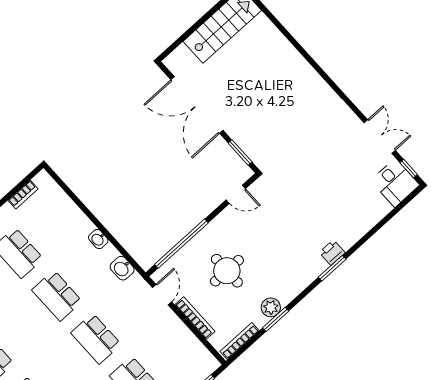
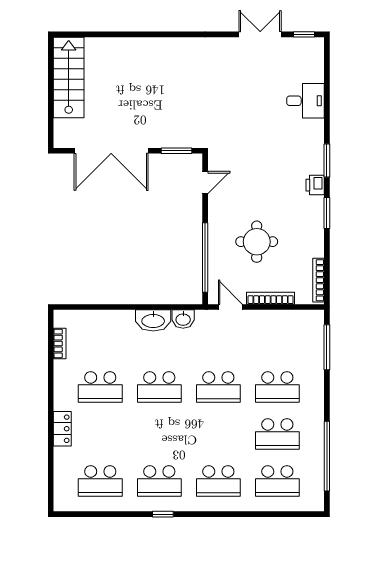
desk: (395, 183) -> (306, 101), moved
washbasin: (98, 239) -> (153, 320), width x1.91, depth x1.45
printer: (332, 253) -> (315, 185), moved
plant: (271, 307) -> (314, 234), removed
window: (276, 319) -> (327, 213), moved

